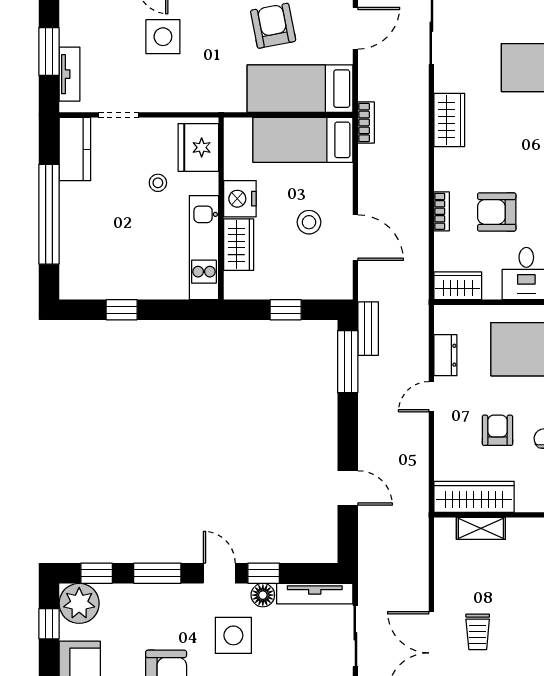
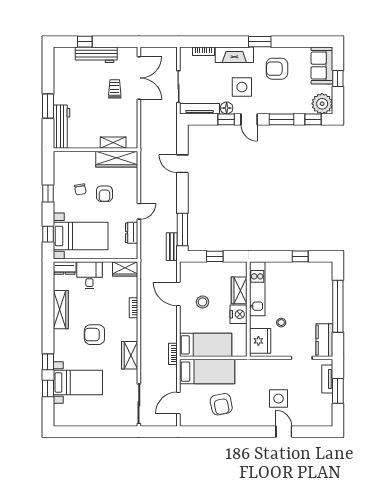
armchair: (497, 212) -> (94, 335), moved, turned 180
window: (49, 624) -> (338, 79), moved

